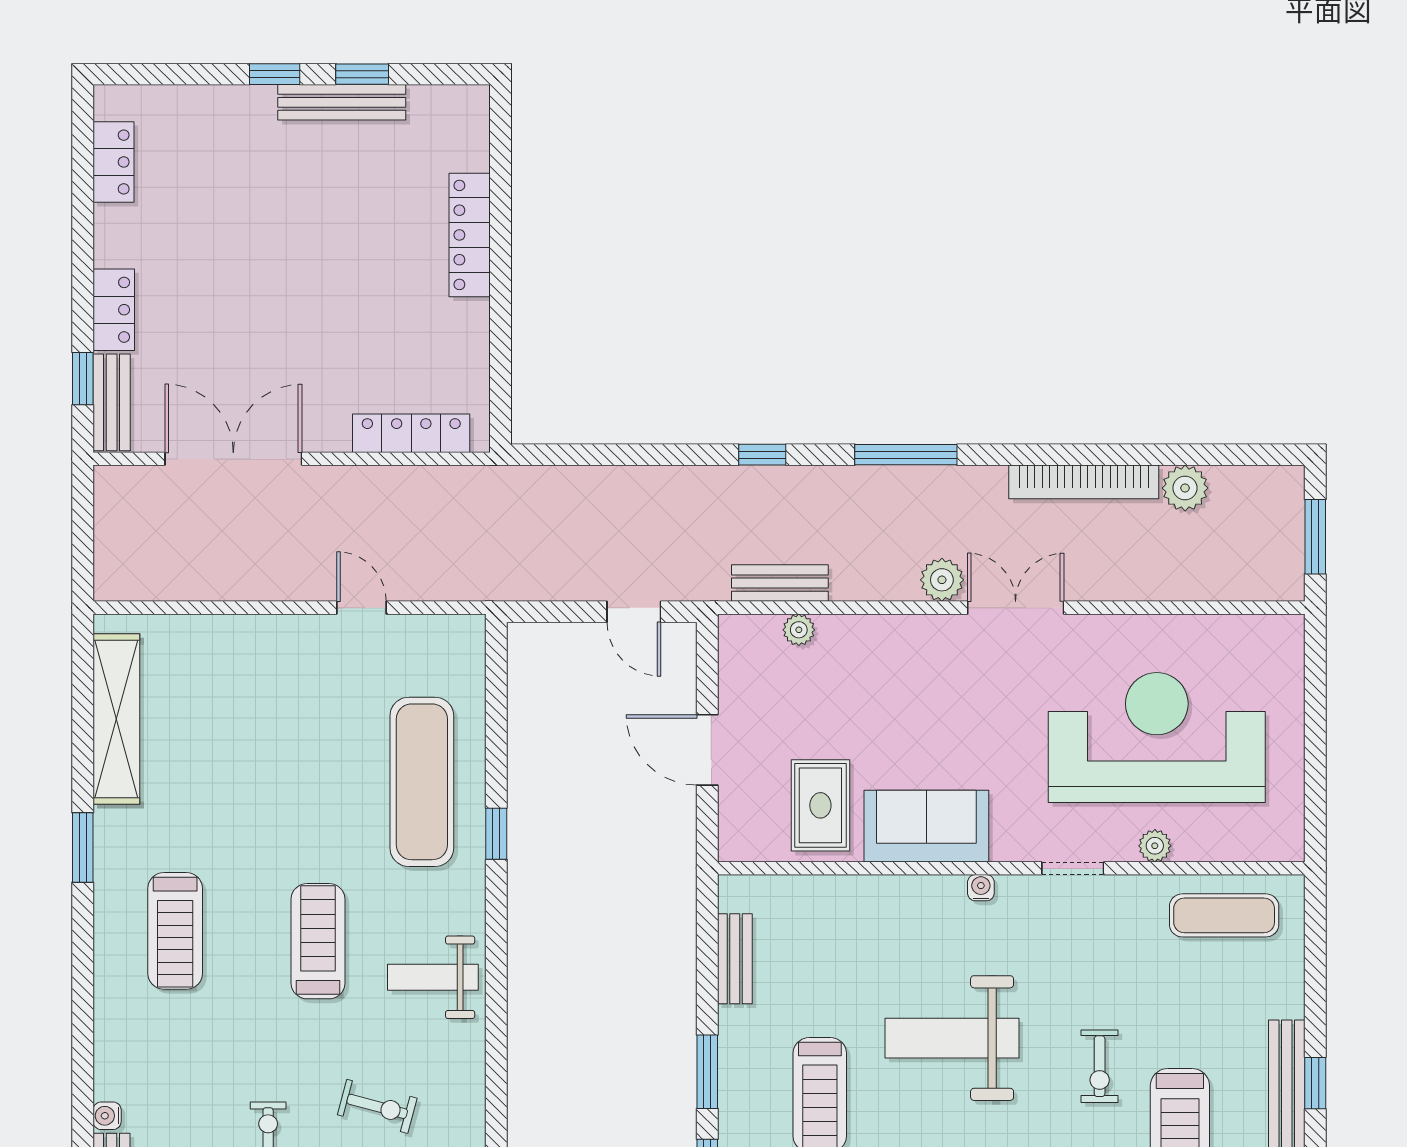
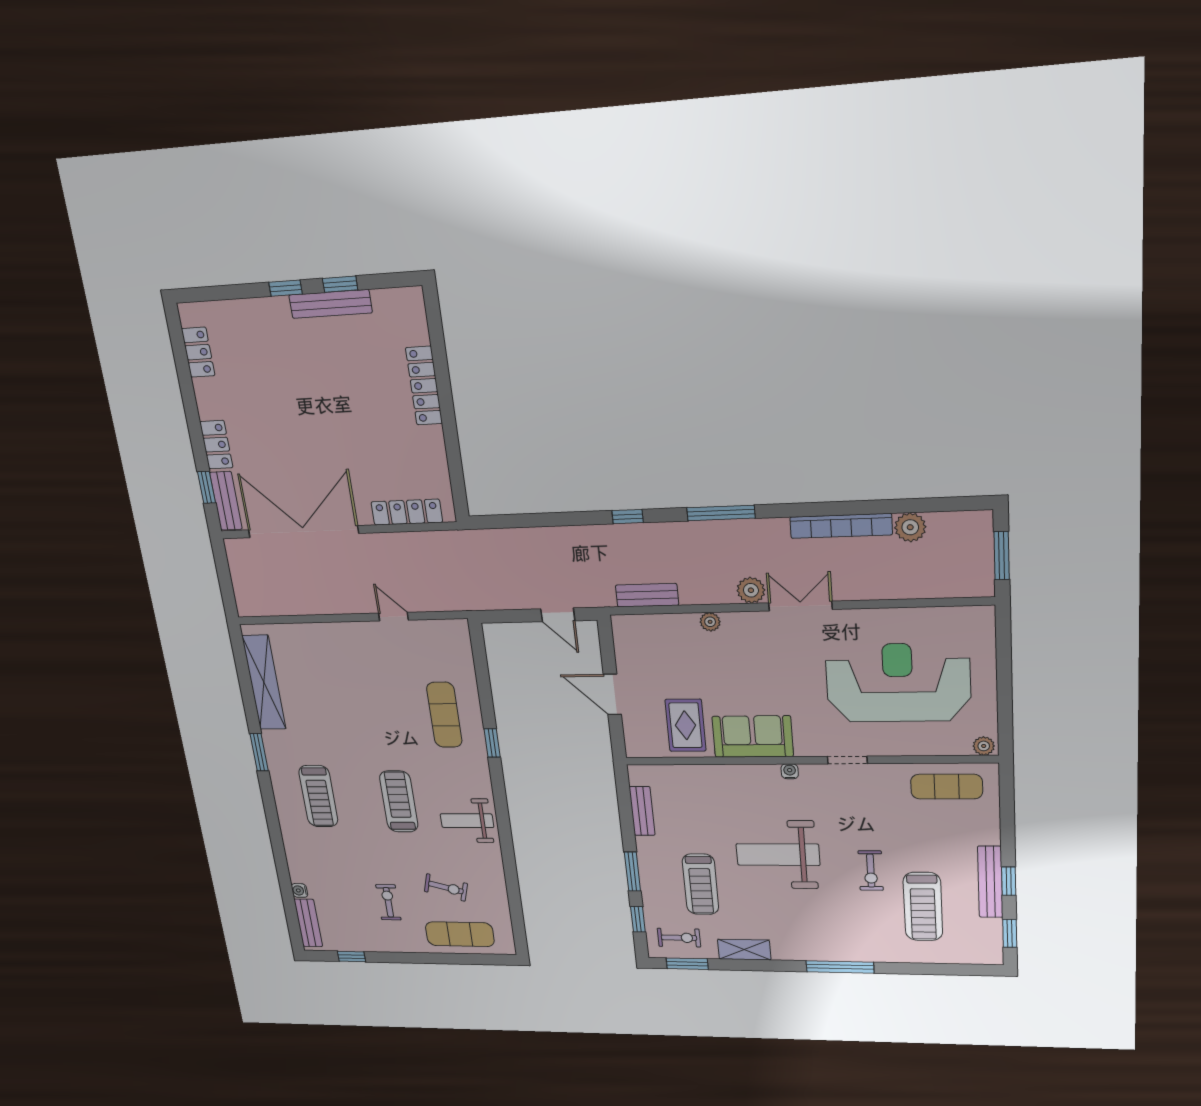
double door: (233, 459) -> (303, 532), width x1.36
plant: (799, 630) -> (710, 622), moved
exercise mat: (422, 782) -> (444, 715), width x0.73, depth x0.69
plant: (1155, 846) -> (984, 746), moved

